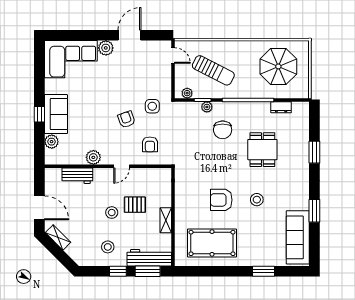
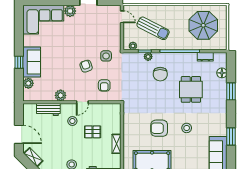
floor lamp: (303, 128) -> (222, 73), added
stool: (112, 213) -> (72, 121), moved

